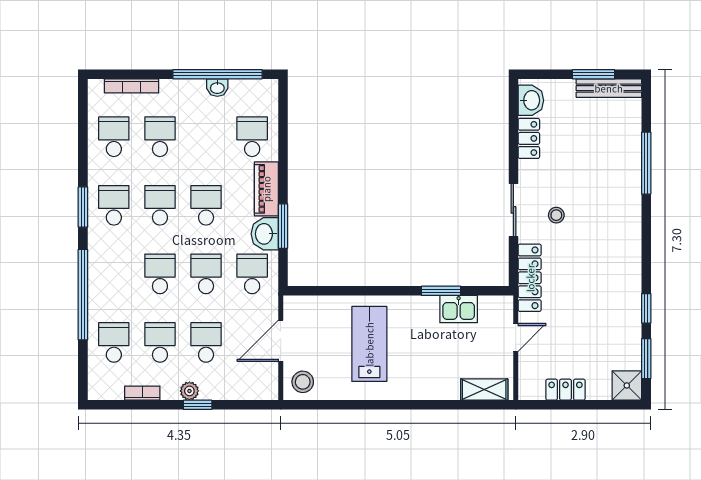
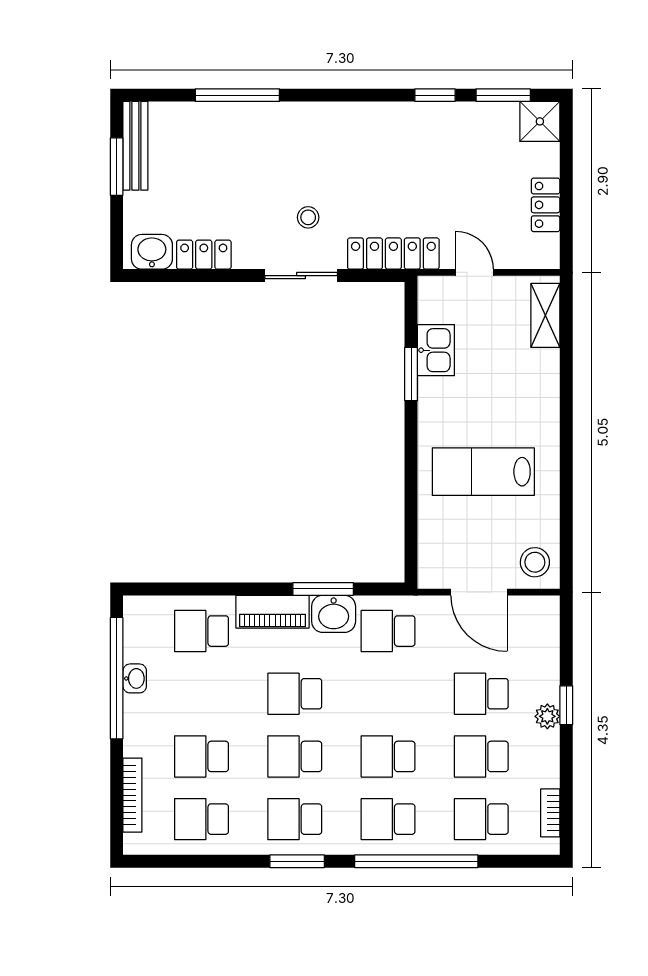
school desk: (206, 274) -> (388, 819), moved
bookcase: (142, 393) -> (550, 813), moved

